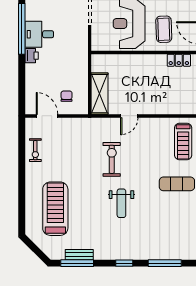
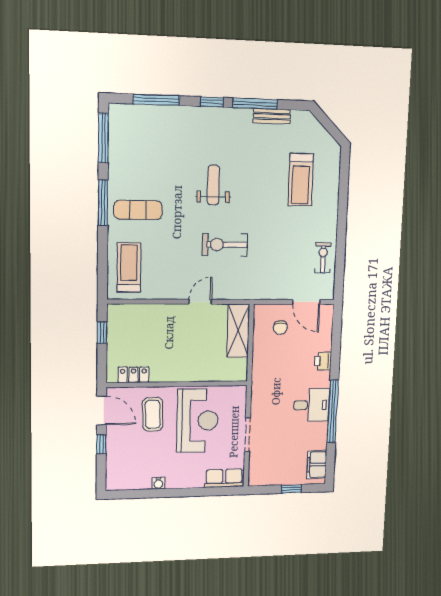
printer: (32, 56) -> (323, 361), moved
exercise bike: (112, 159) -> (225, 245), turned 90
treadmill: (55, 209) -> (301, 180), width x0.73, depth x0.73
window: (77, 263) -> (255, 104), moved

